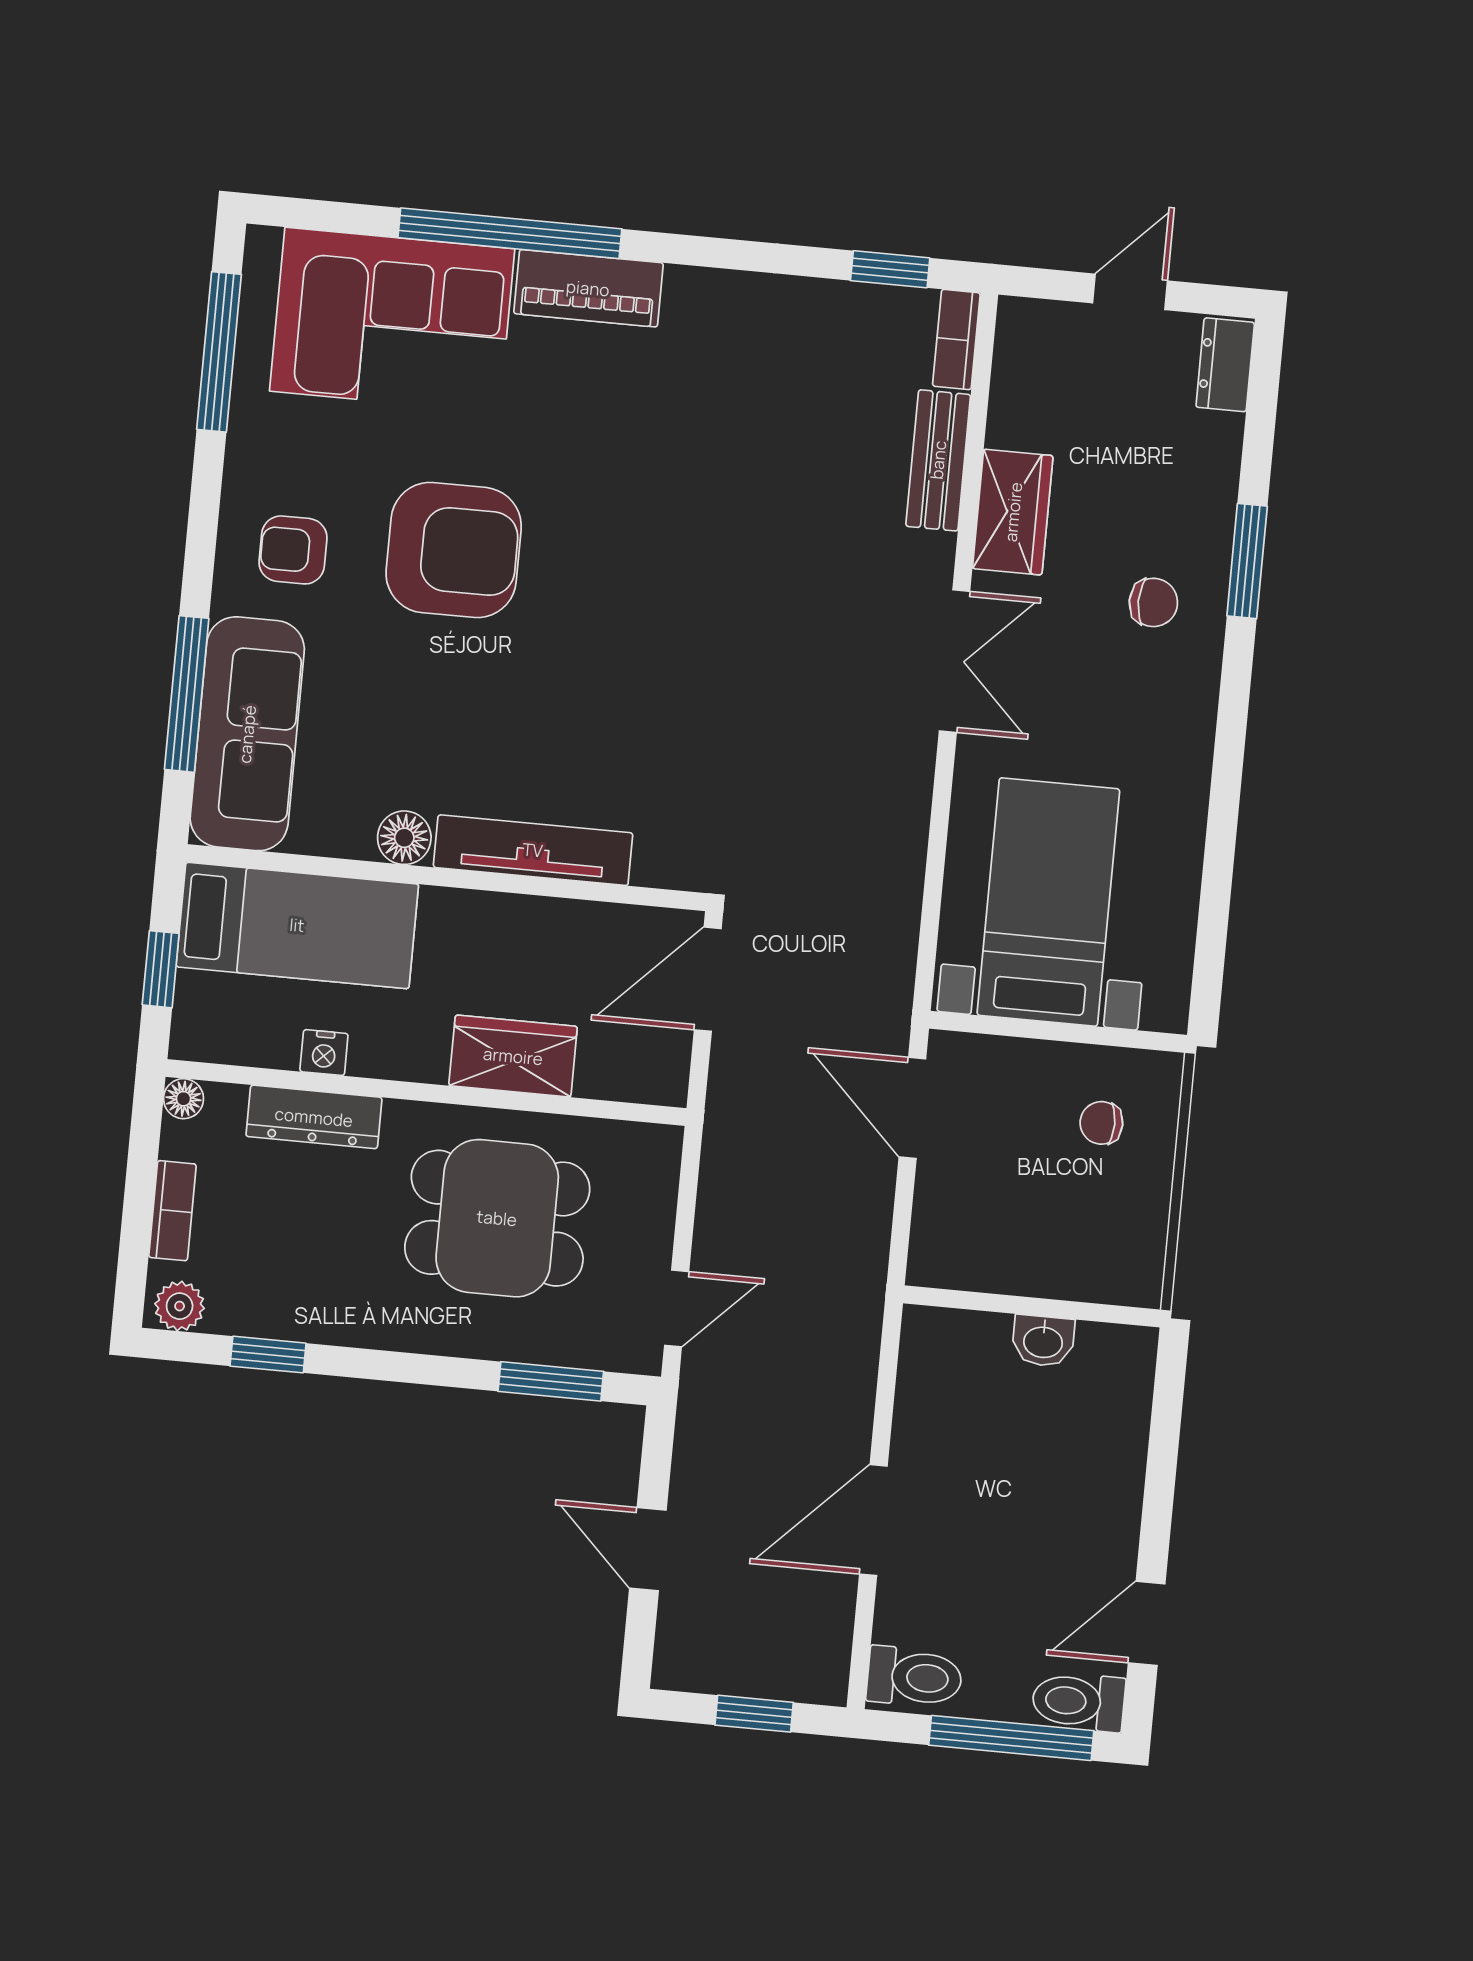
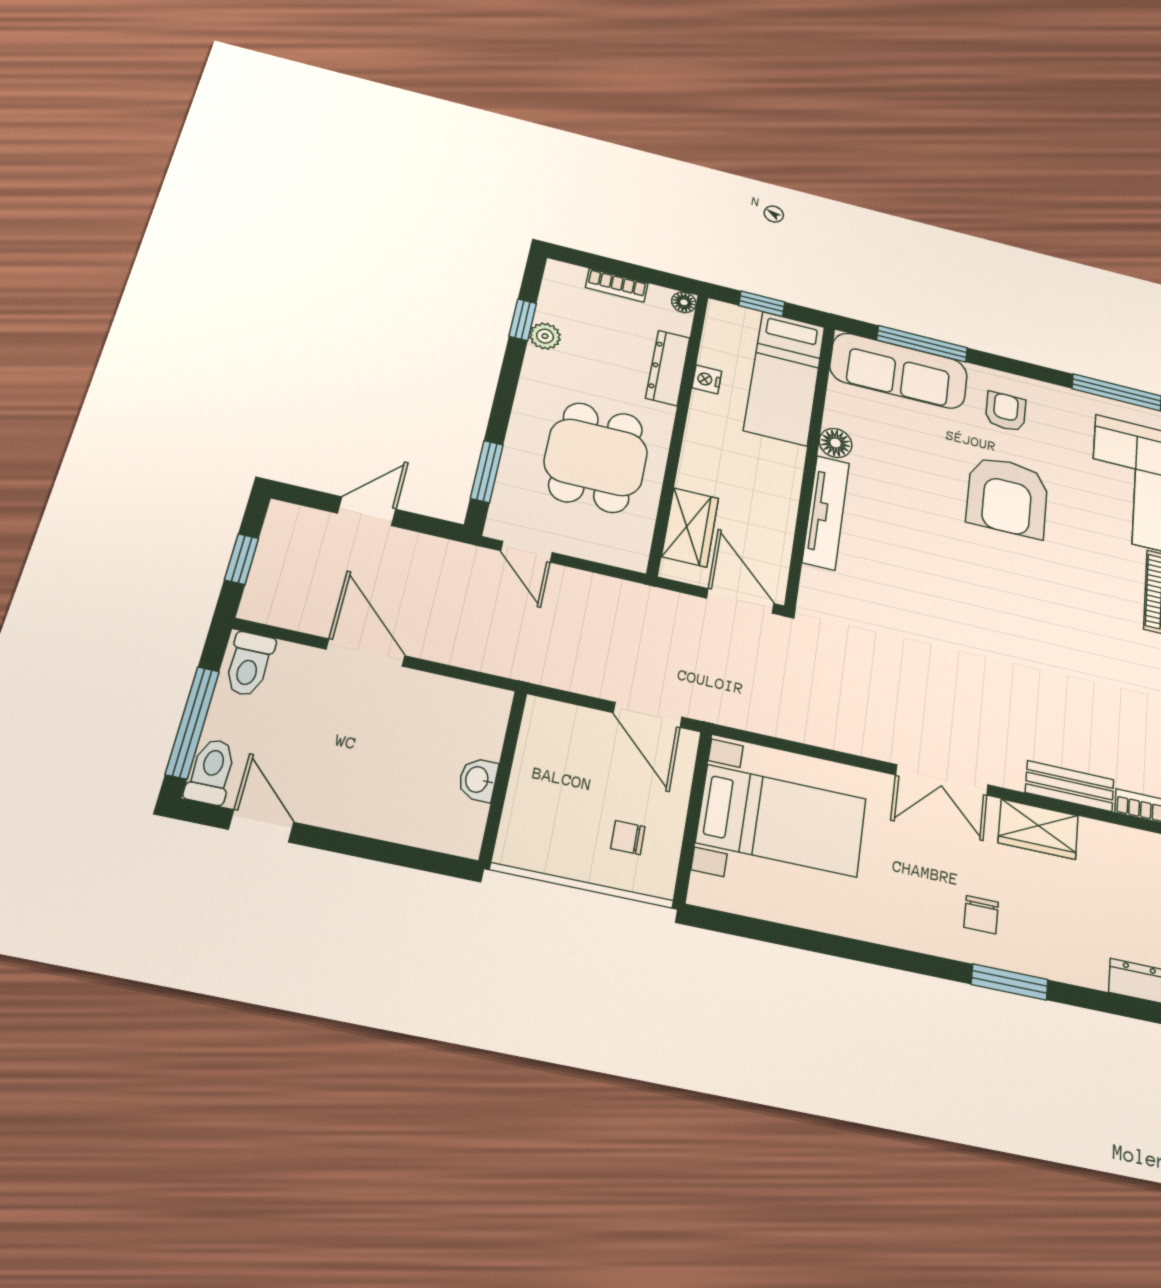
wardrobe: (513, 1056) -> (690, 527), moved
door: (912, 1108) -> (648, 715), swing flipped
chair: (1101, 1123) -> (628, 838), turned -90
plant: (180, 1306) -> (545, 336), moved

